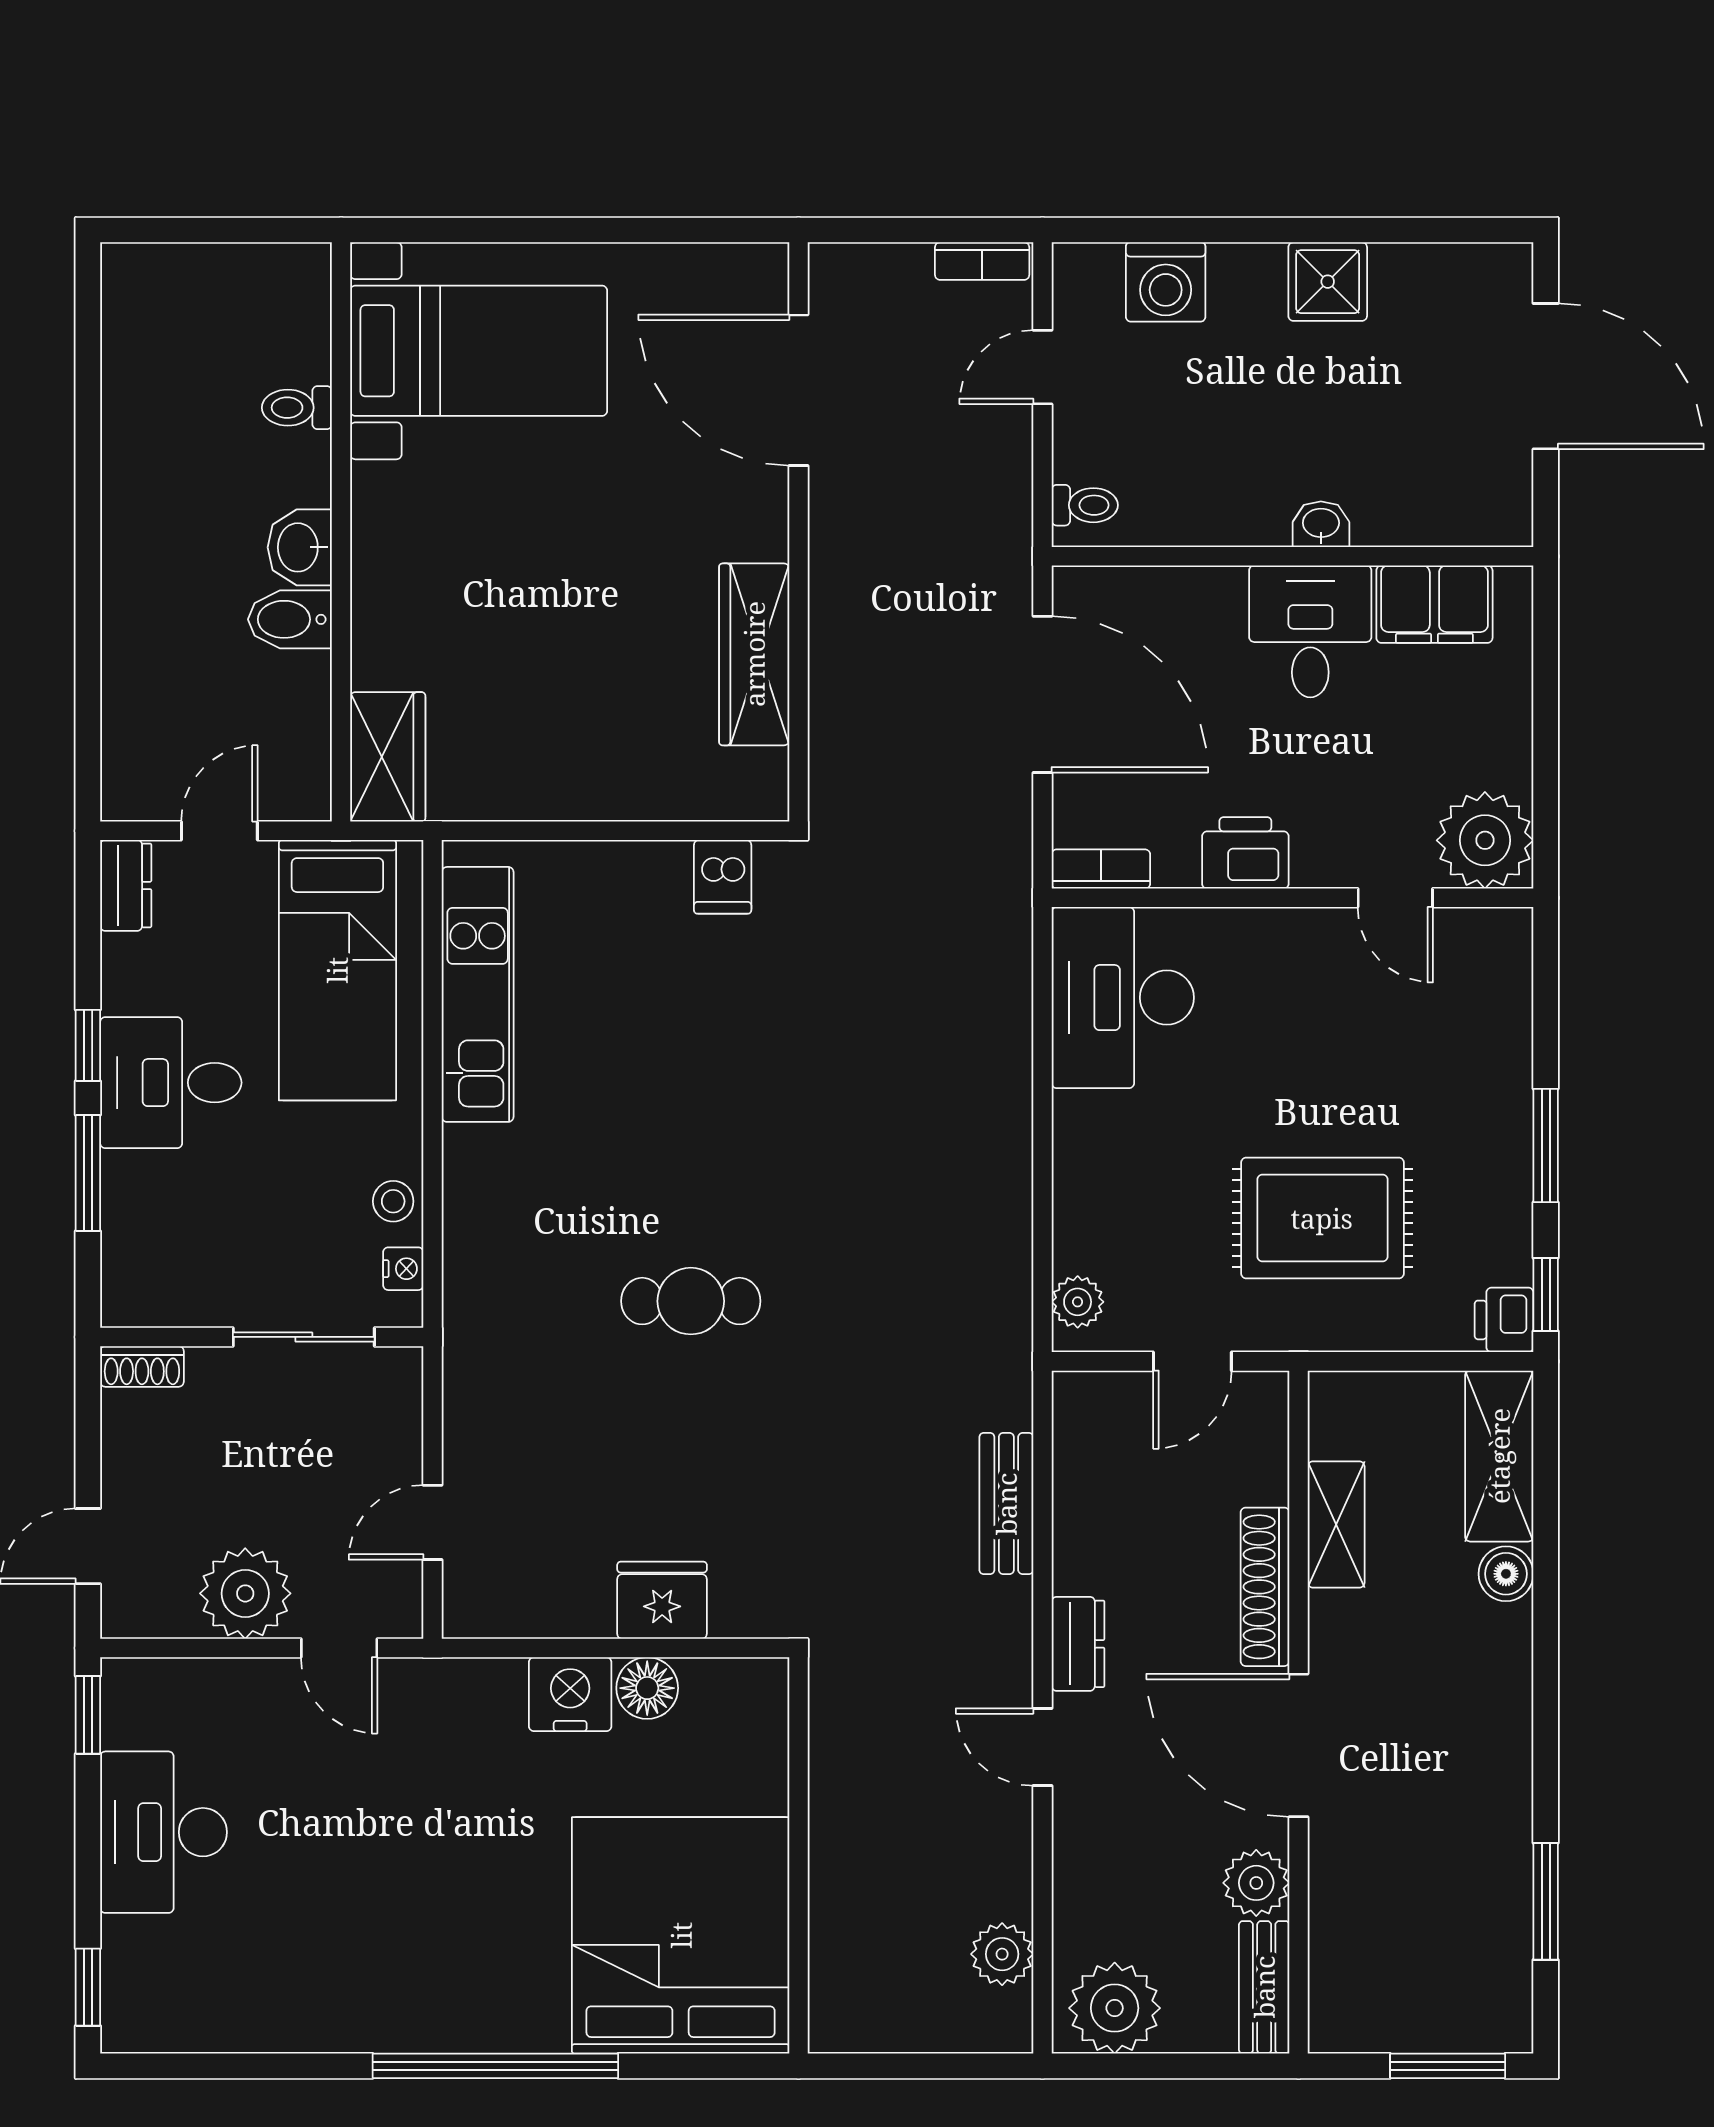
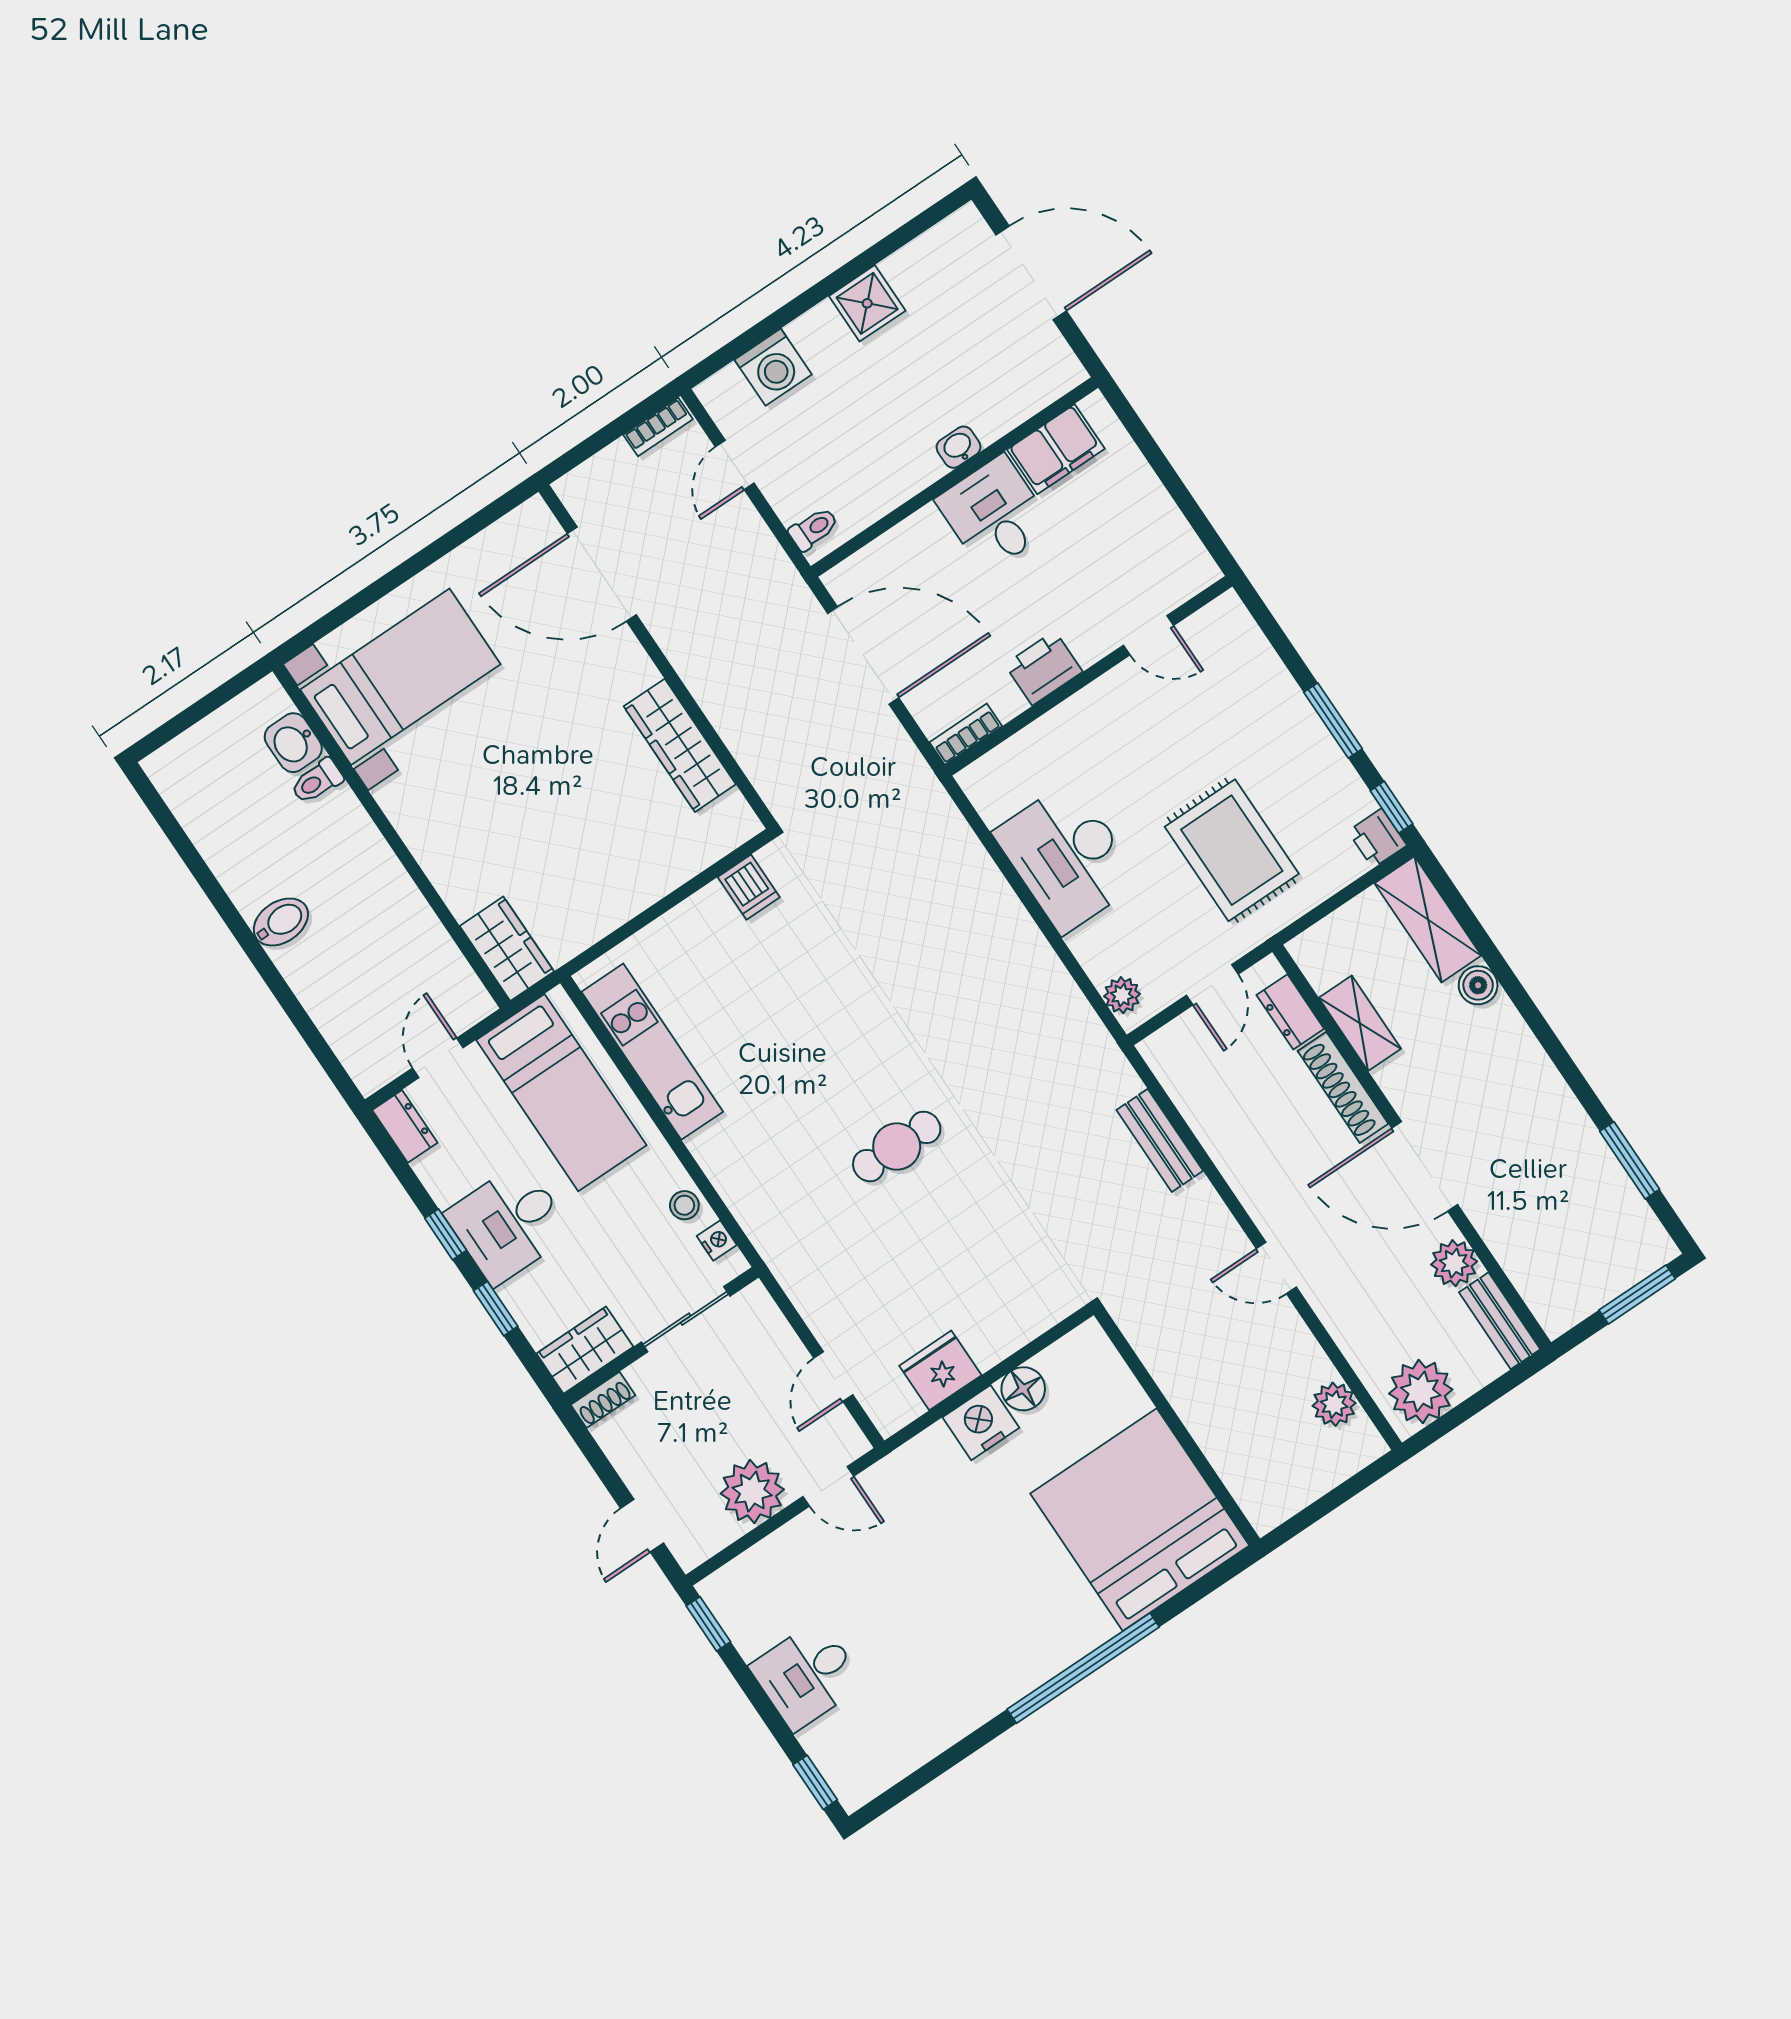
washbasin: (300, 547) -> (293, 743), moved
bidet: (290, 619) -> (281, 922), moved, turned 180
plant: (1485, 840) -> (1178, 567), removed
desk: (1123, 998) -> (1067, 857), moved
window: (88, 1173) -> (496, 1309), width x0.67
rug: (1322, 1218) -> (1232, 850), turned 90
wardrobe: (160, 1293) -> (585, 1350), added
fridge: (662, 1600) -> (940, 1370), moved
dresser: (1078, 1644) -> (1290, 1012), moved, turned 180
desk: (164, 1832) -> (807, 1675), width x0.73

